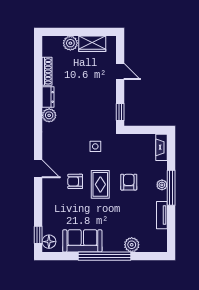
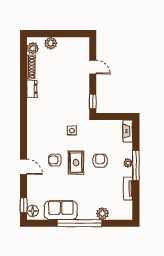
wardrobe: (92, 44) -> (69, 44), removed
plant: (49, 115) -> (33, 48), moved
door: (38, 169) -> (24, 167), moved

